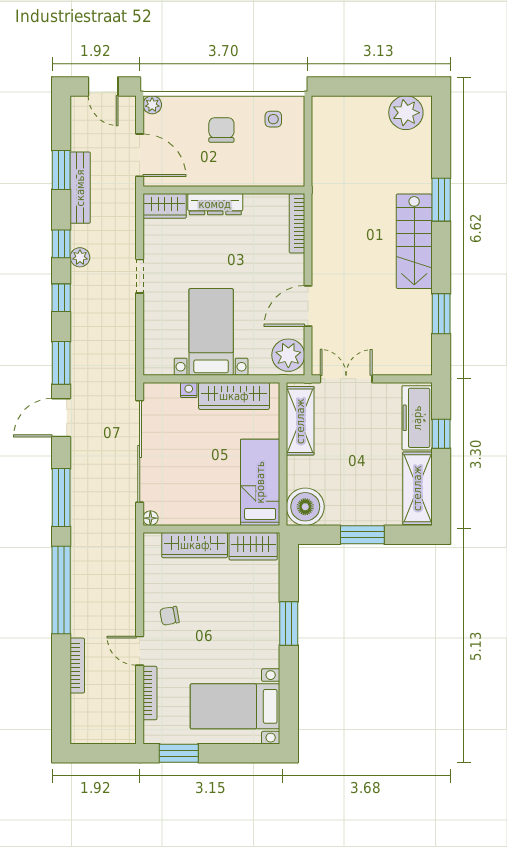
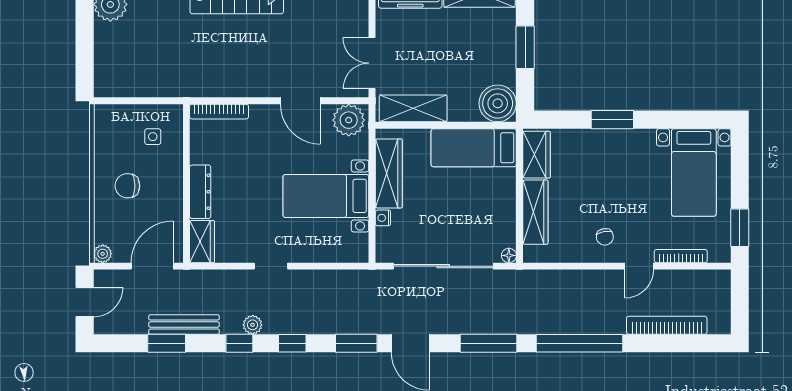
side table: (273, 119) -> (153, 137), moved
bookcase: (77, 666) -> (667, 325), width x1.48, depth x1.31

